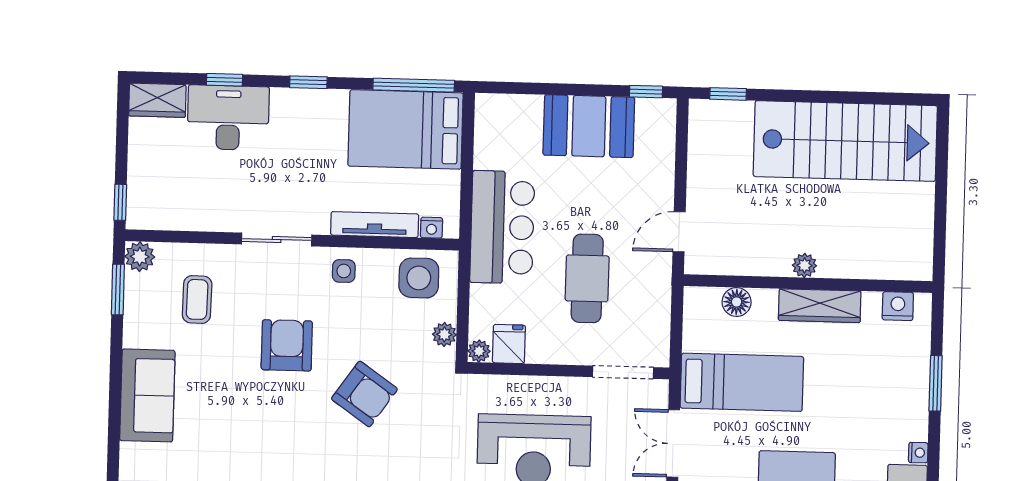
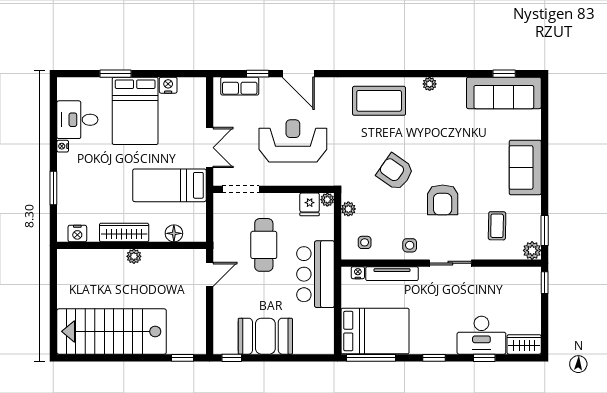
side table: (419, 278) -> (365, 242), width x0.54, depth x0.54

